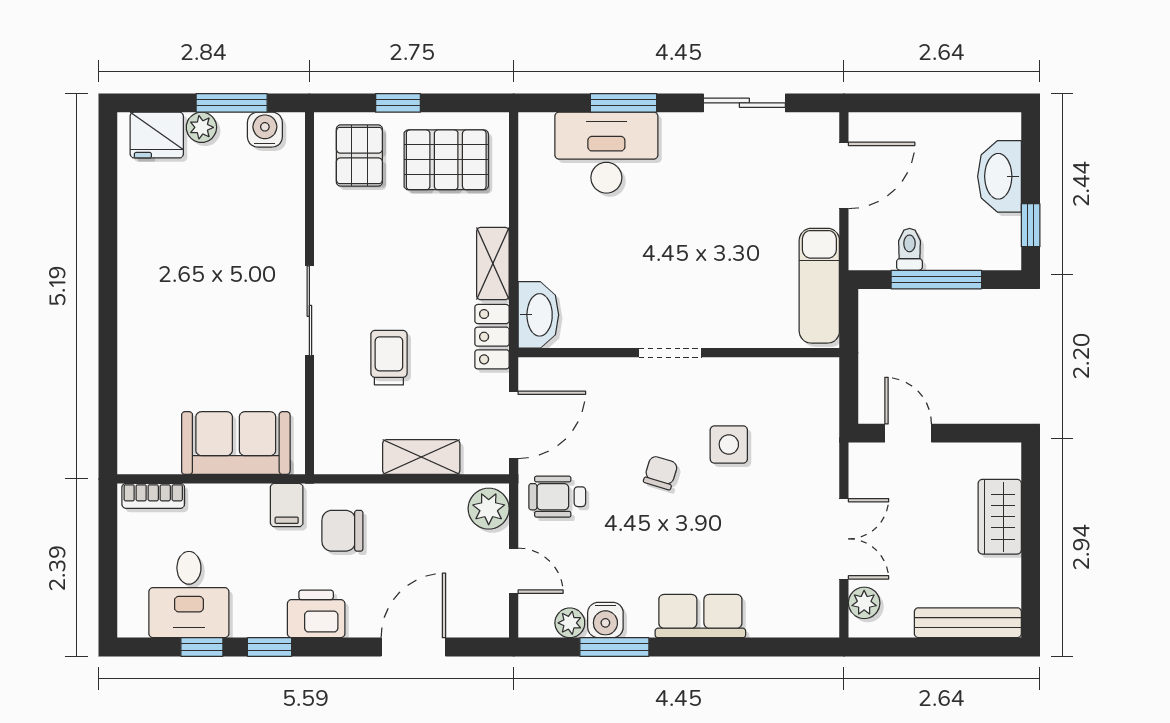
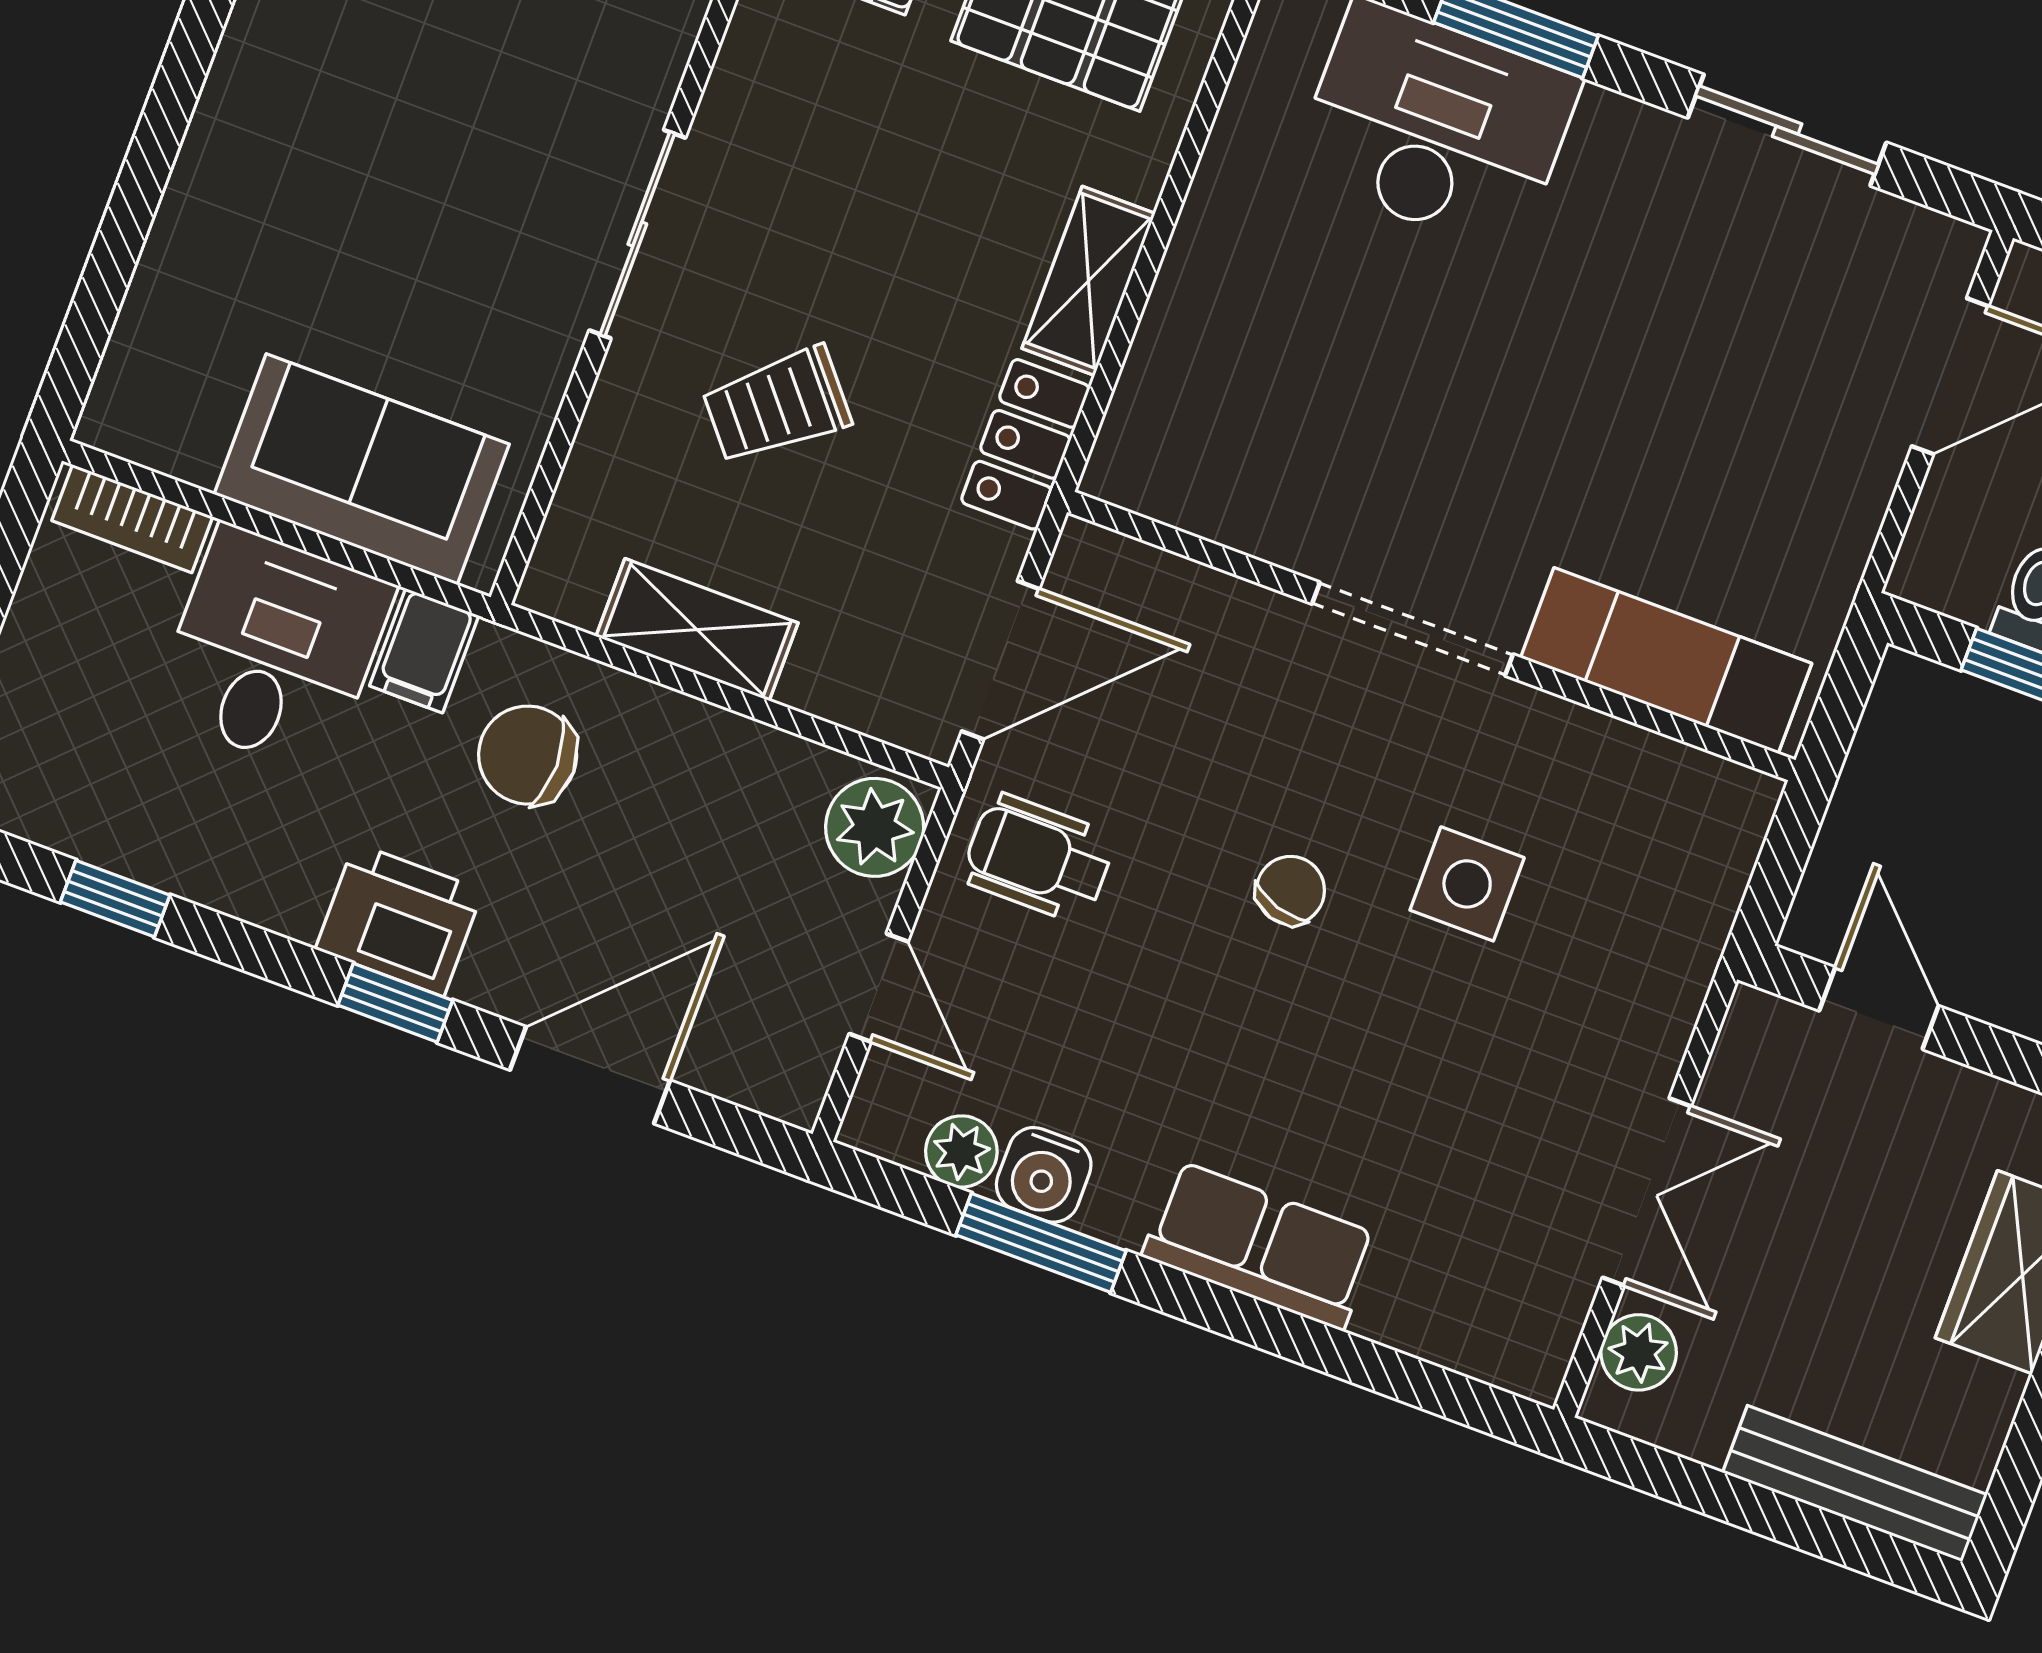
exam couch: (819, 286) -> (1666, 661), moved, turned 90
washbasin: (538, 315) -> (1148, 434), removed
doorway: (670, 353) -> (1413, 629), width x1.38
trolley: (389, 358) -> (777, 405), turned -130
shelving: (421, 457) -> (697, 630), moved
desk: (189, 595) -> (273, 649), moved, turned 180
window: (269, 647) -> (395, 1003), moved

